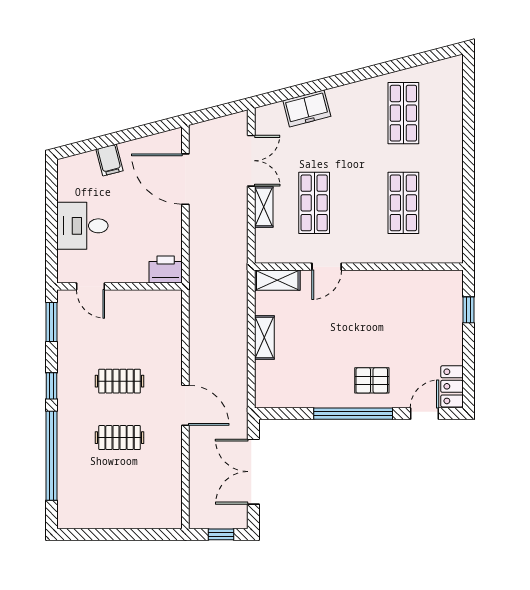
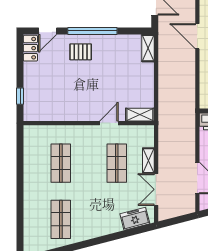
freezer: (307, 108) -> (135, 219), moved
shelving: (264, 338) -> (148, 48), moved

